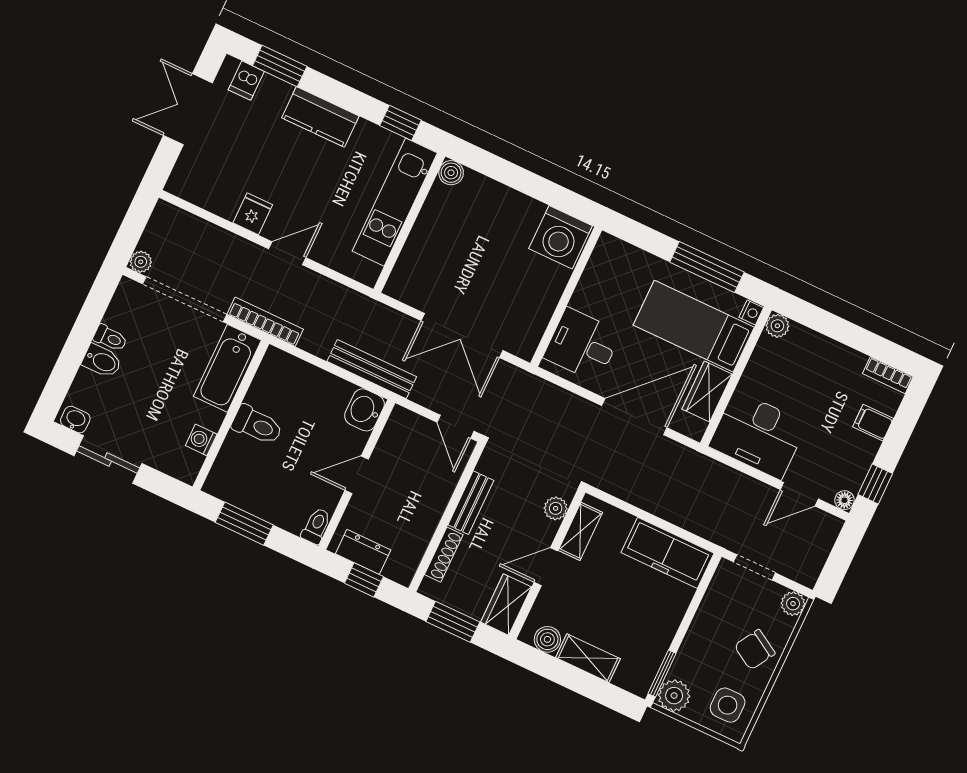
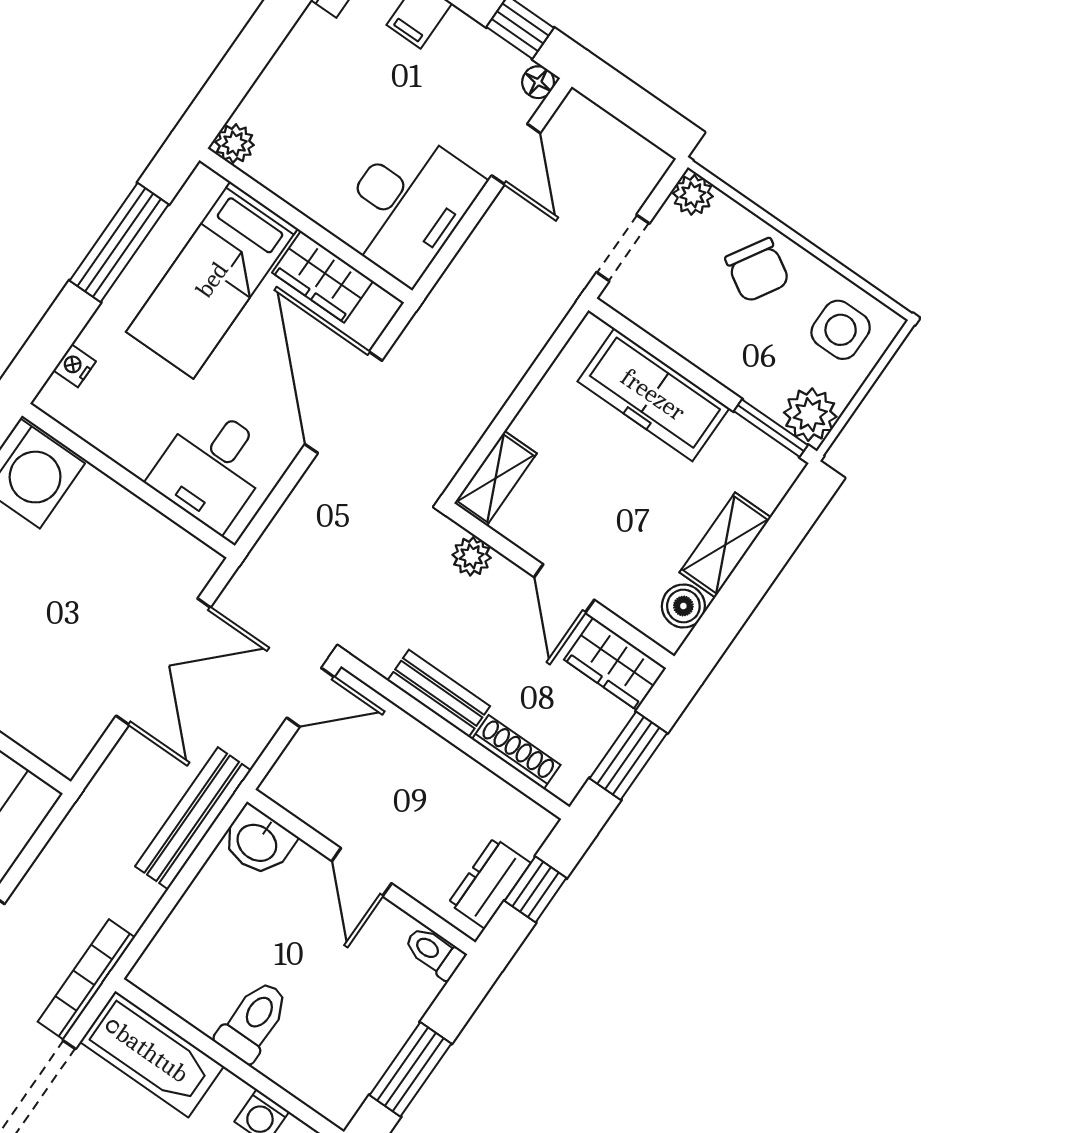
nightstand: (751, 312) -> (75, 366), moved, turned -90
shelving: (580, 531) -> (495, 478), moved, turned 90
freezer: (667, 553) -> (653, 395), moved, turned 90

